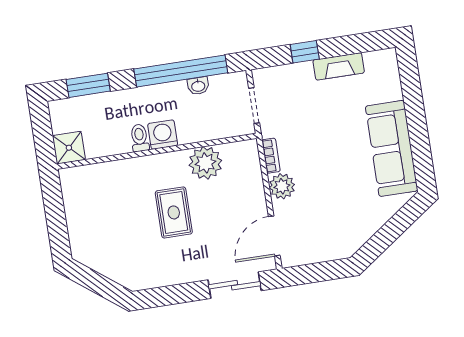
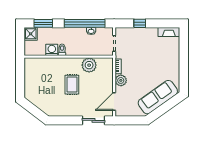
fireplace: (339, 66) -> (169, 32), moved
washing machine: (163, 135) -> (52, 50), moved
shower: (69, 148) -> (31, 34), moved
sofa: (392, 148) -> (158, 97), moved, turned 55

